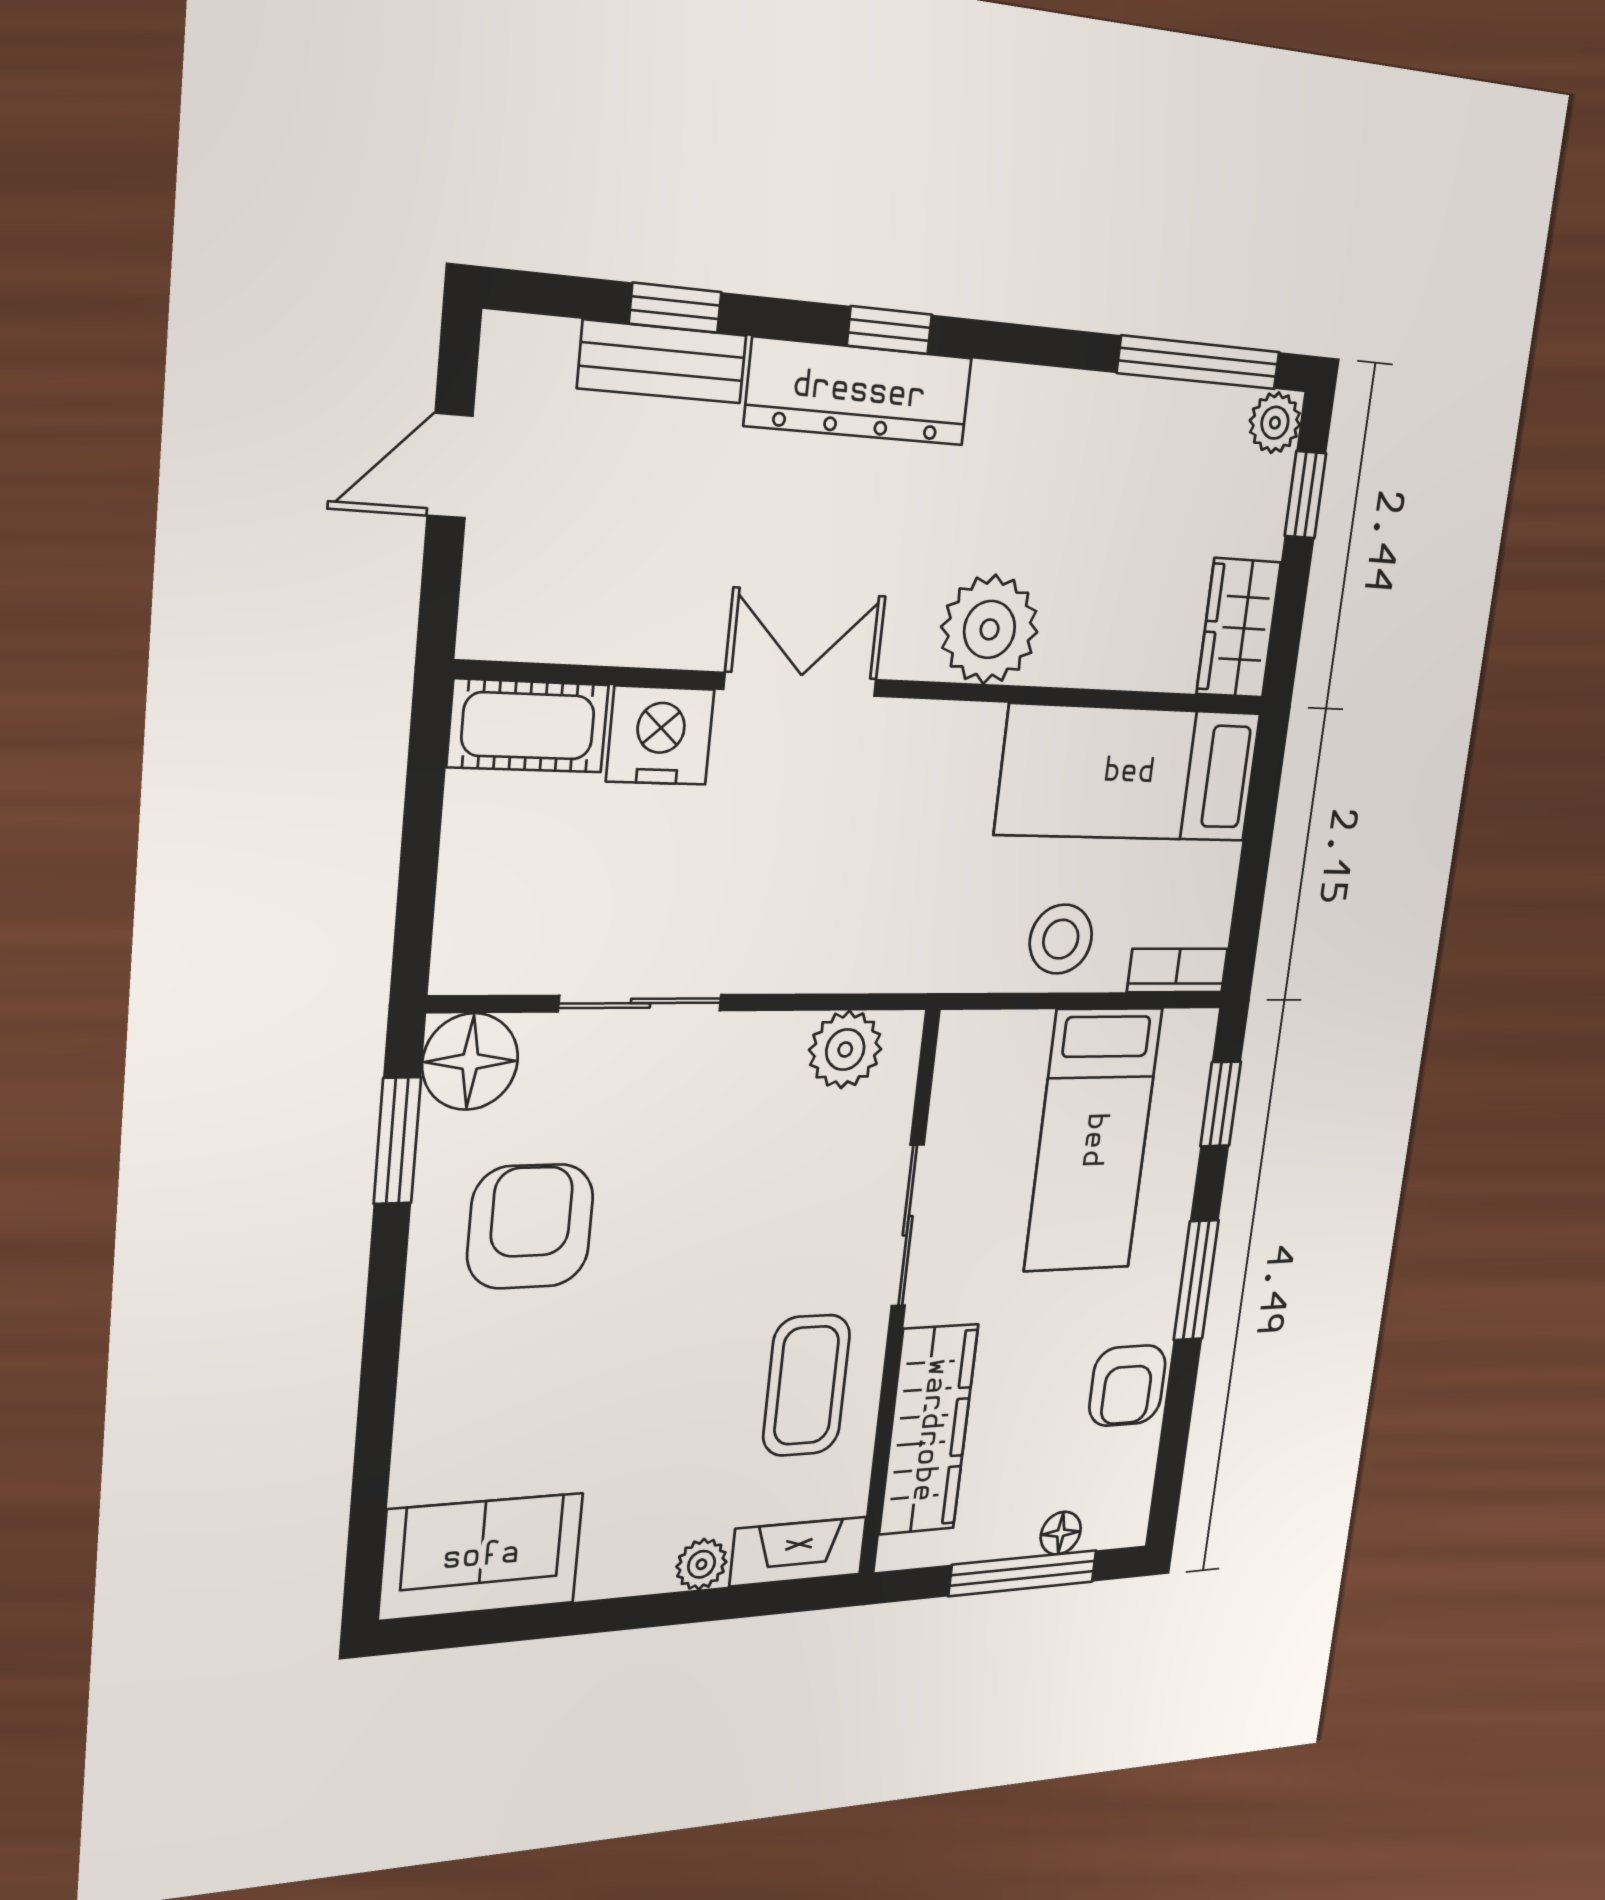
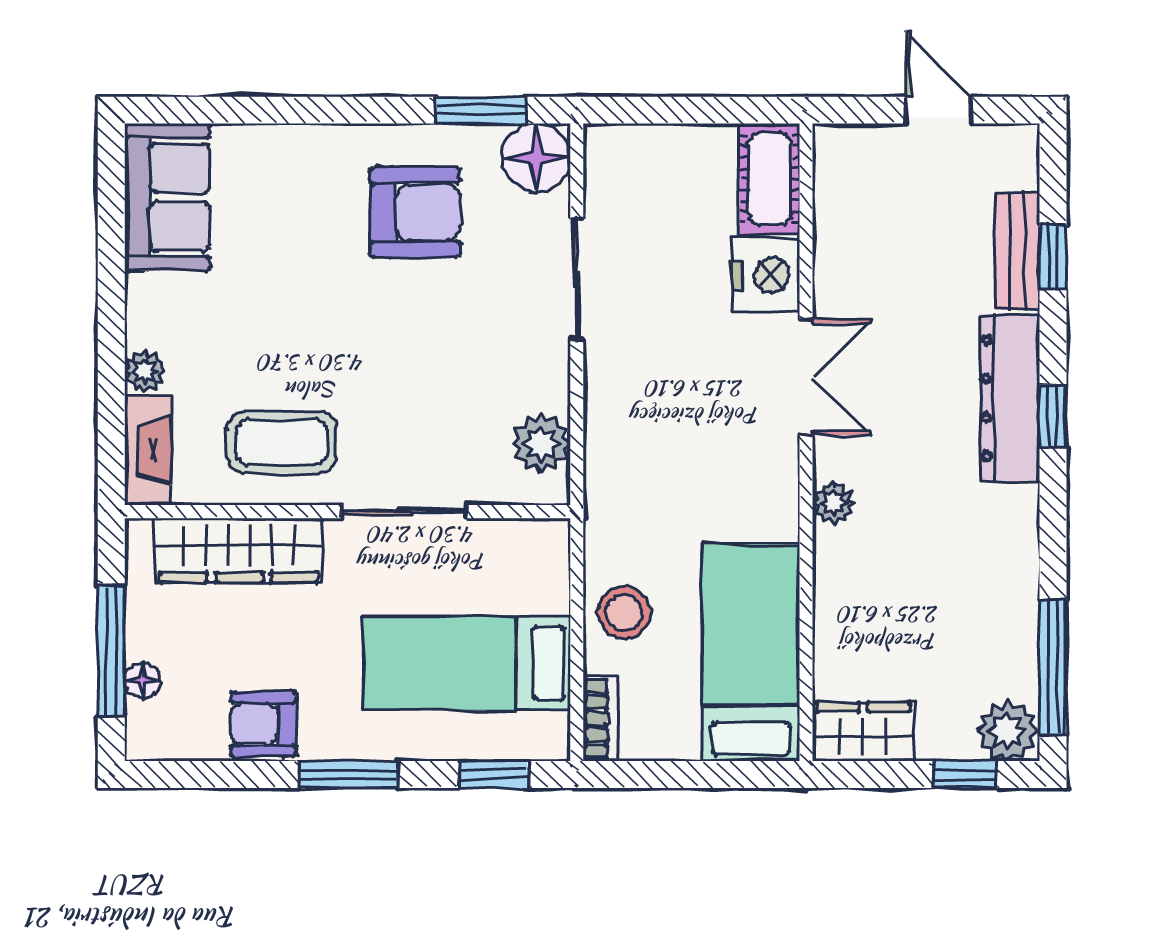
plant: (1275, 423) -> (1007, 731), width x1.38, depth x1.38
plant: (990, 629) -> (833, 503), width x0.53, depth x0.53

